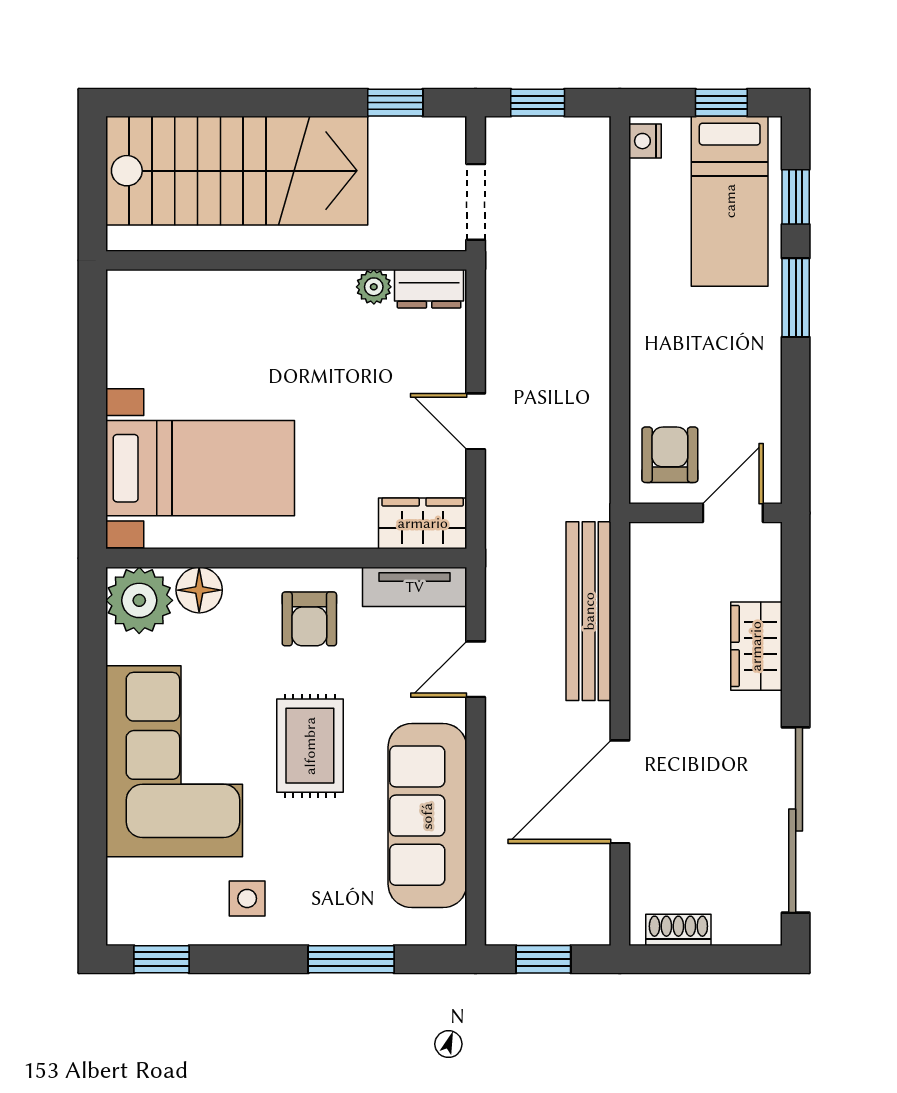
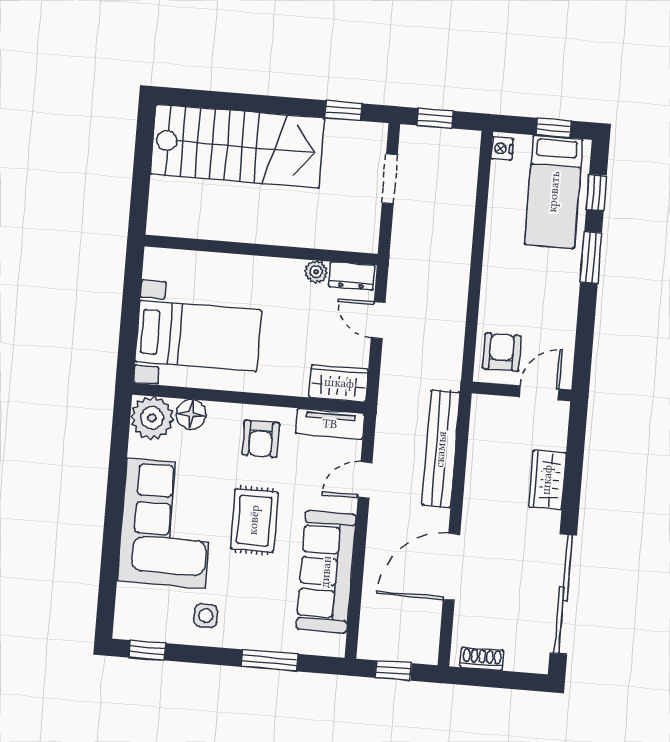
wall: (286, 260) -> (261, 250), moved
plant: (374, 287) -> (316, 272), moved
dresser: (429, 289) -> (352, 276), moved

